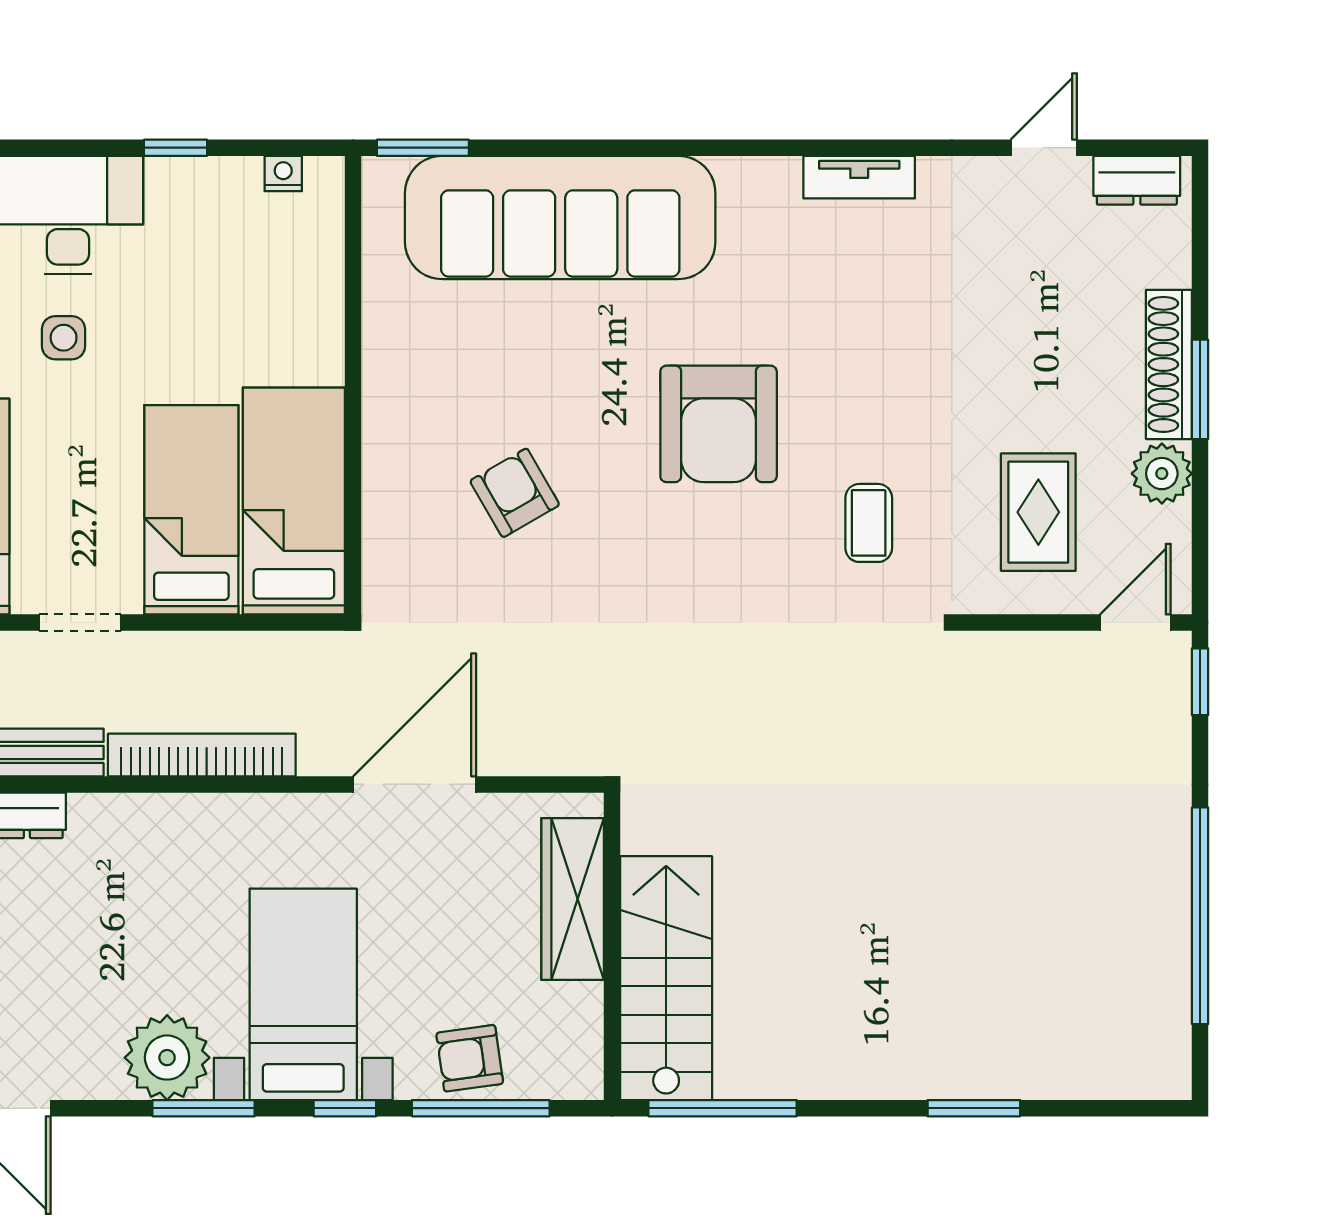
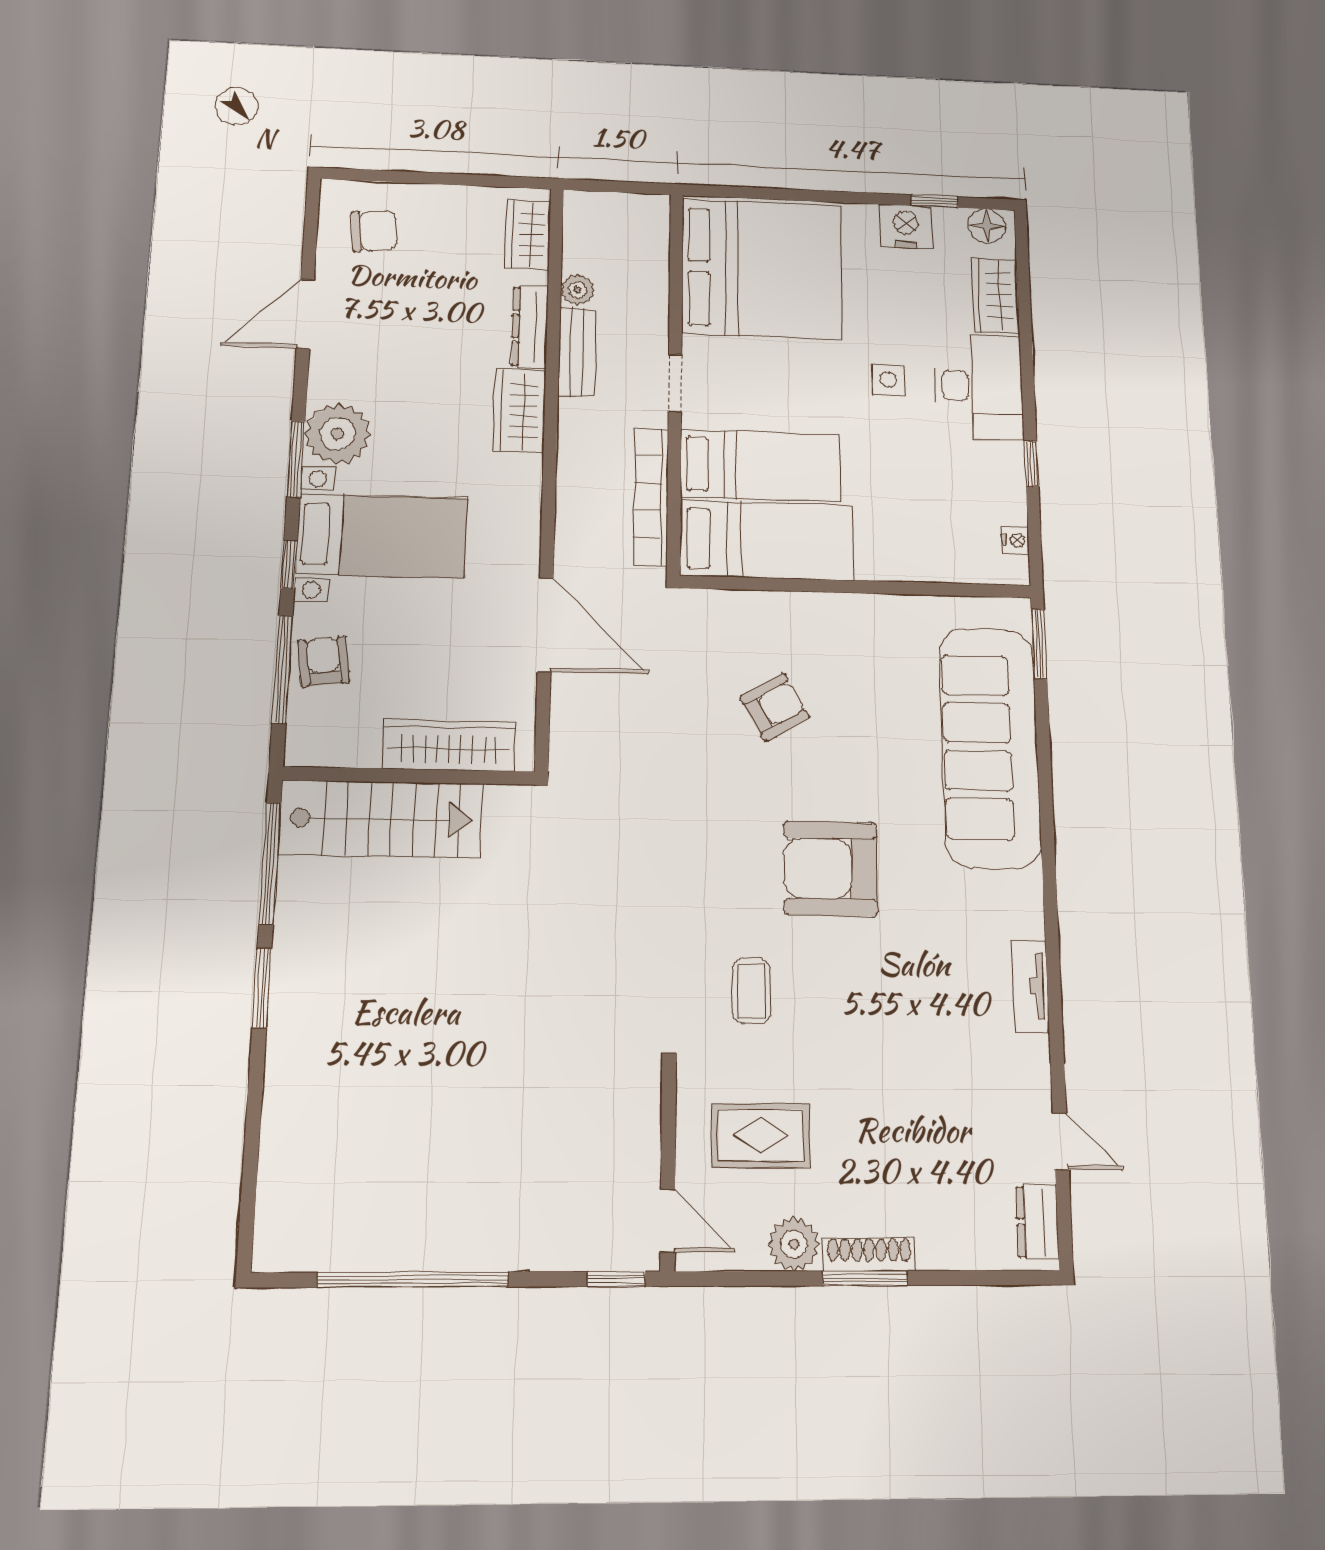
shoe rack: (1169, 364) -> (869, 1254), width x0.74, depth x0.81
coffee table: (869, 523) -> (752, 991), turned 90
bookcase: (202, 755) -> (651, 497), moved, turned 180
wardrobe: (127, 825) -> (520, 411), added
window: (974, 1108) -> (262, 988), moved

